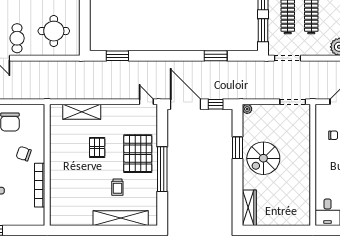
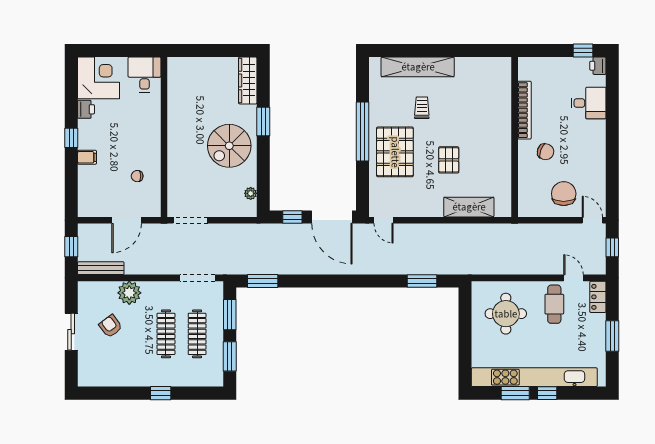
window: (216, 56) -> (263, 281), moved
plant: (247, 109) -> (251, 193), moved
window: (238, 148) -> (263, 122), moved
spiral stairs: (263, 158) -> (229, 146), turned 180

